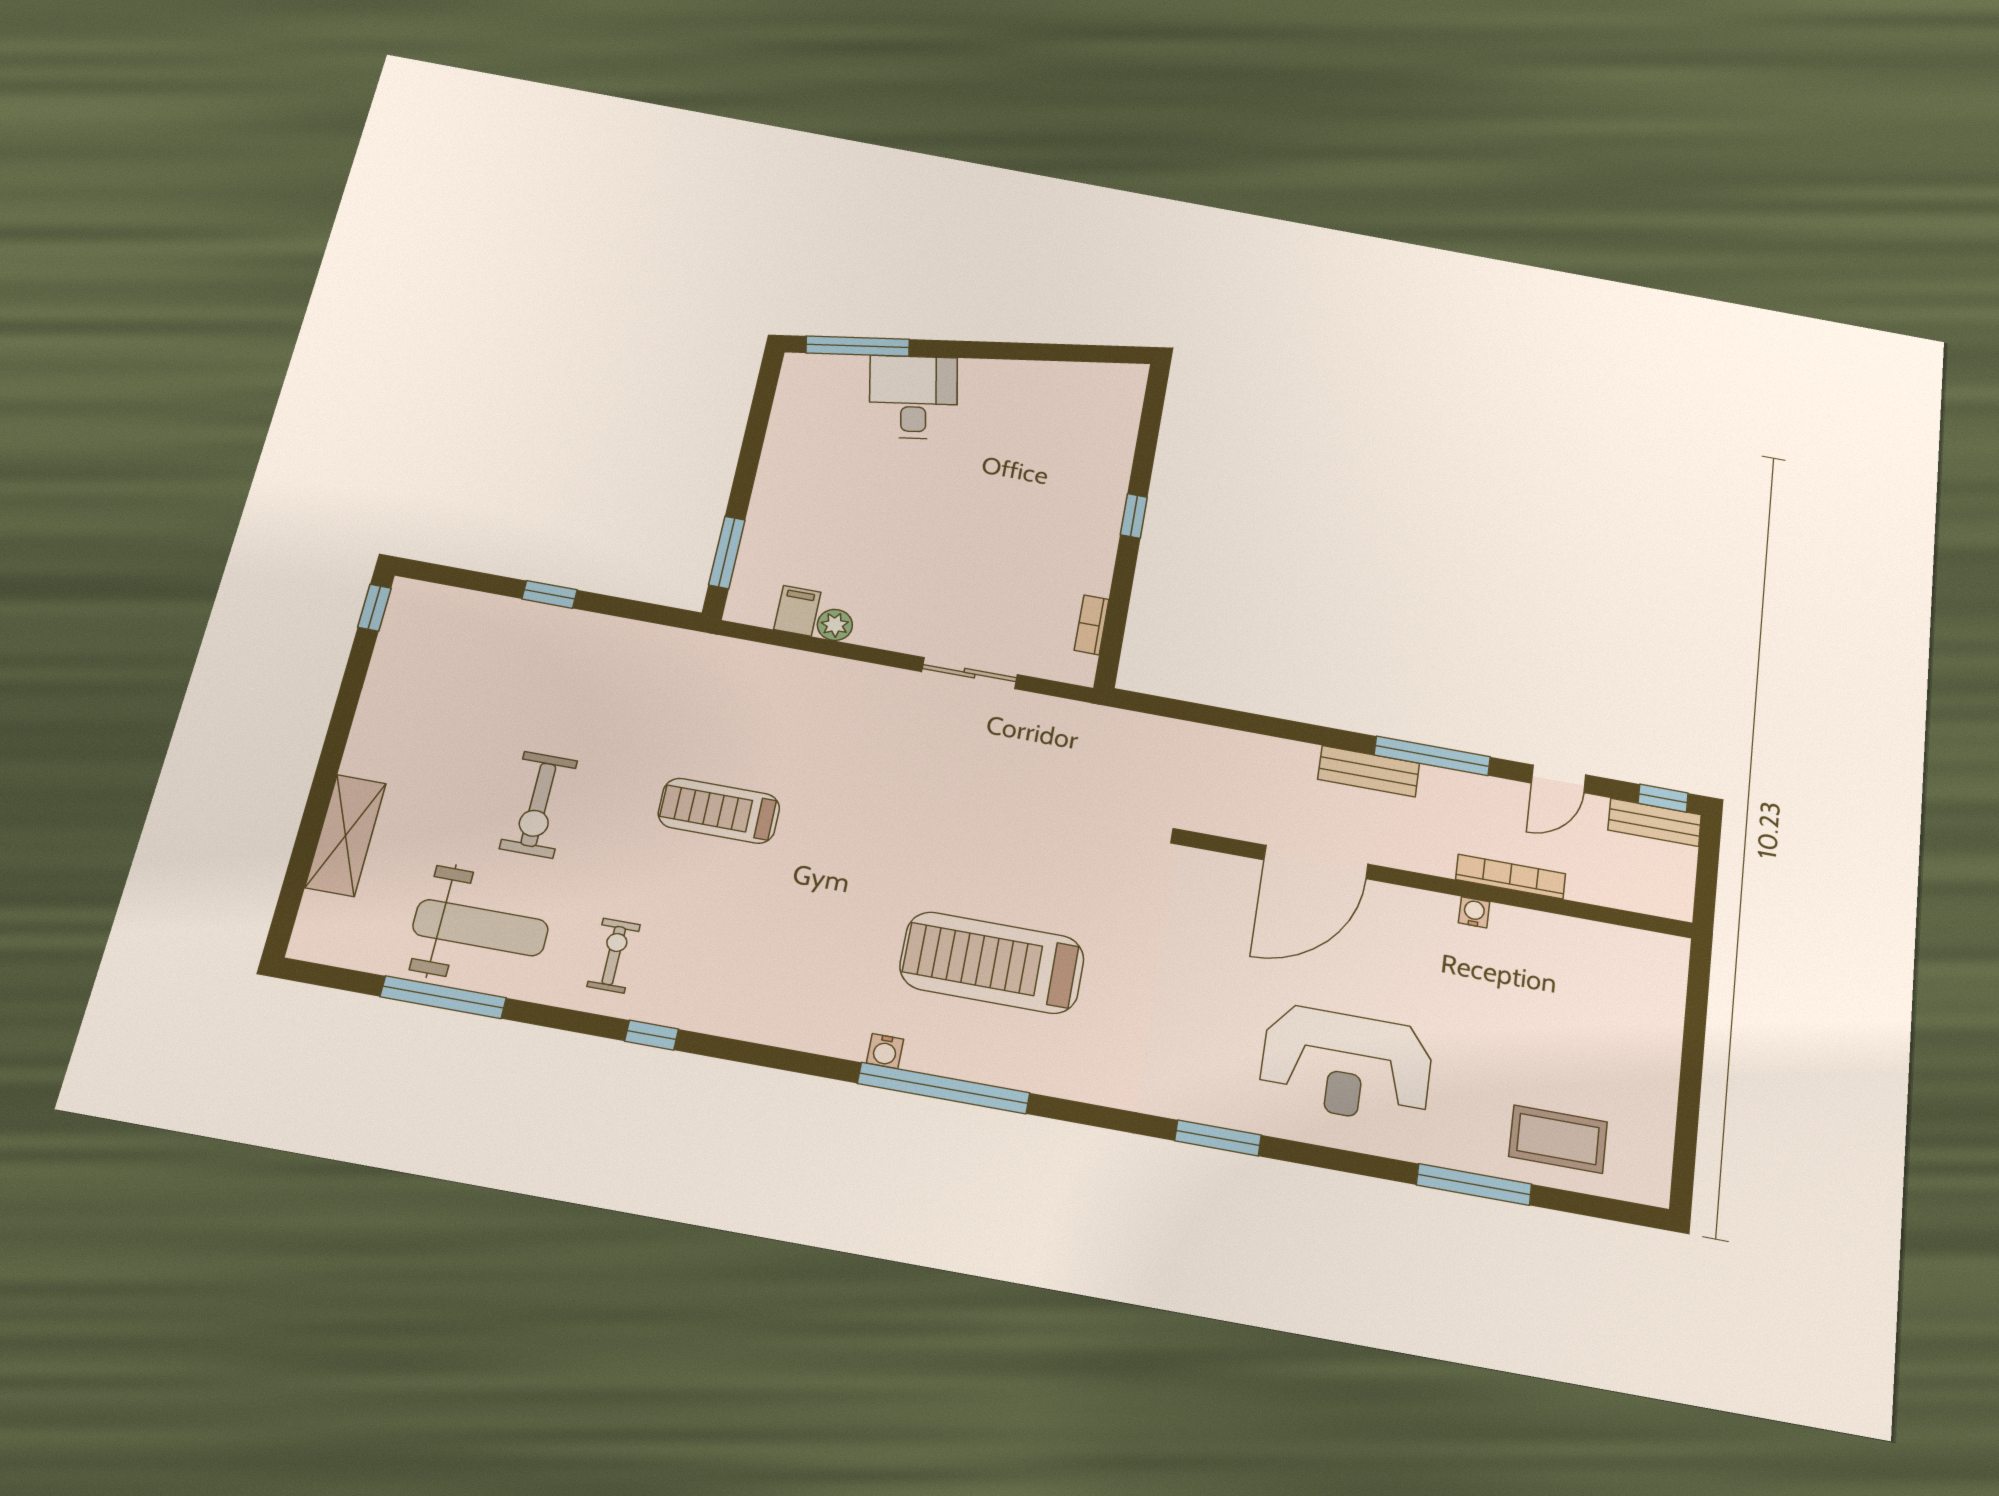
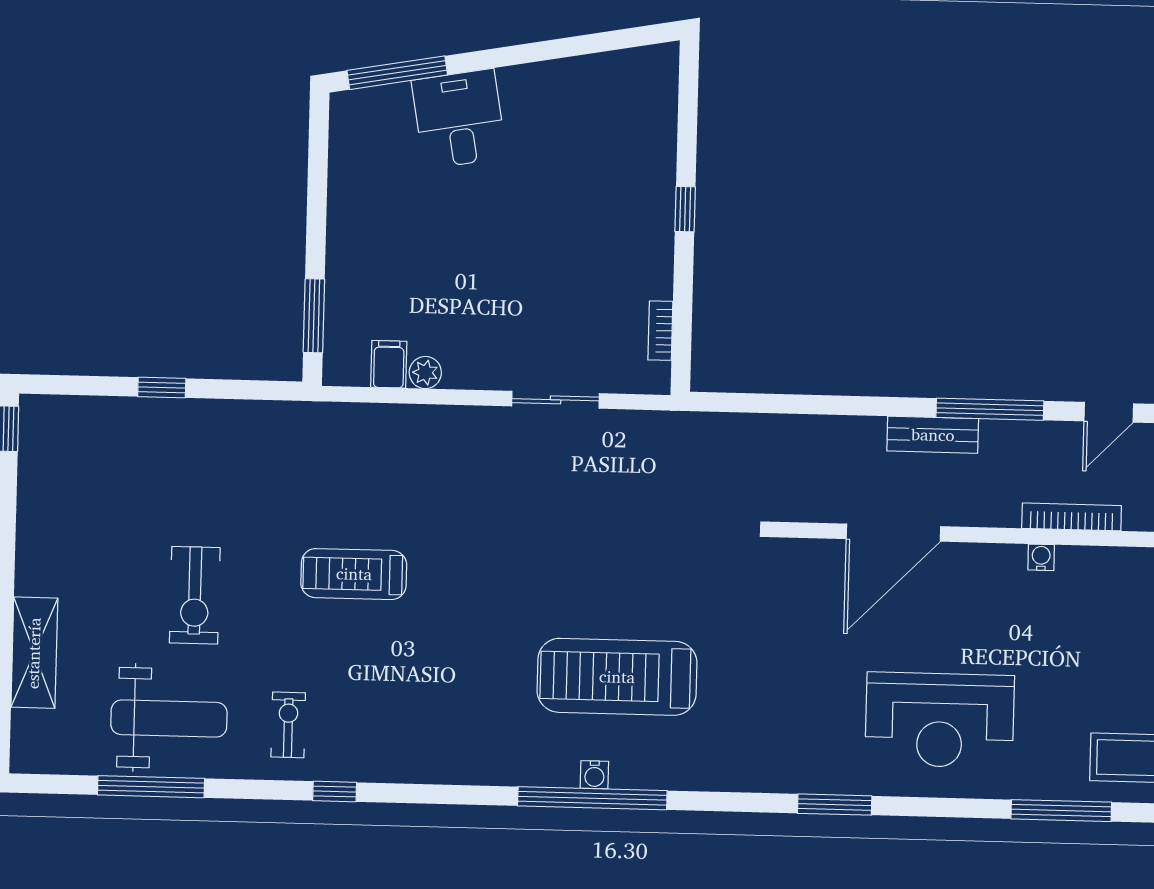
water cooler: (885, 1051) -> (594, 775), moved

